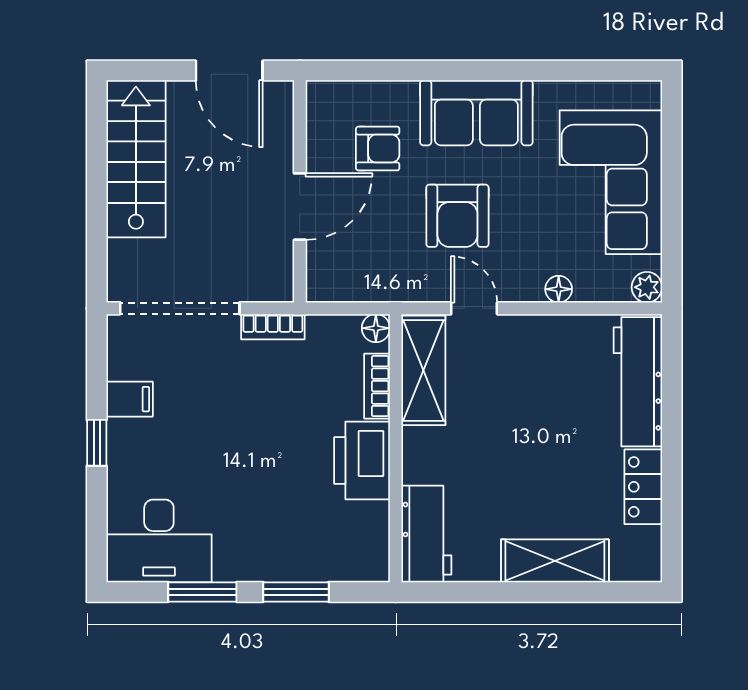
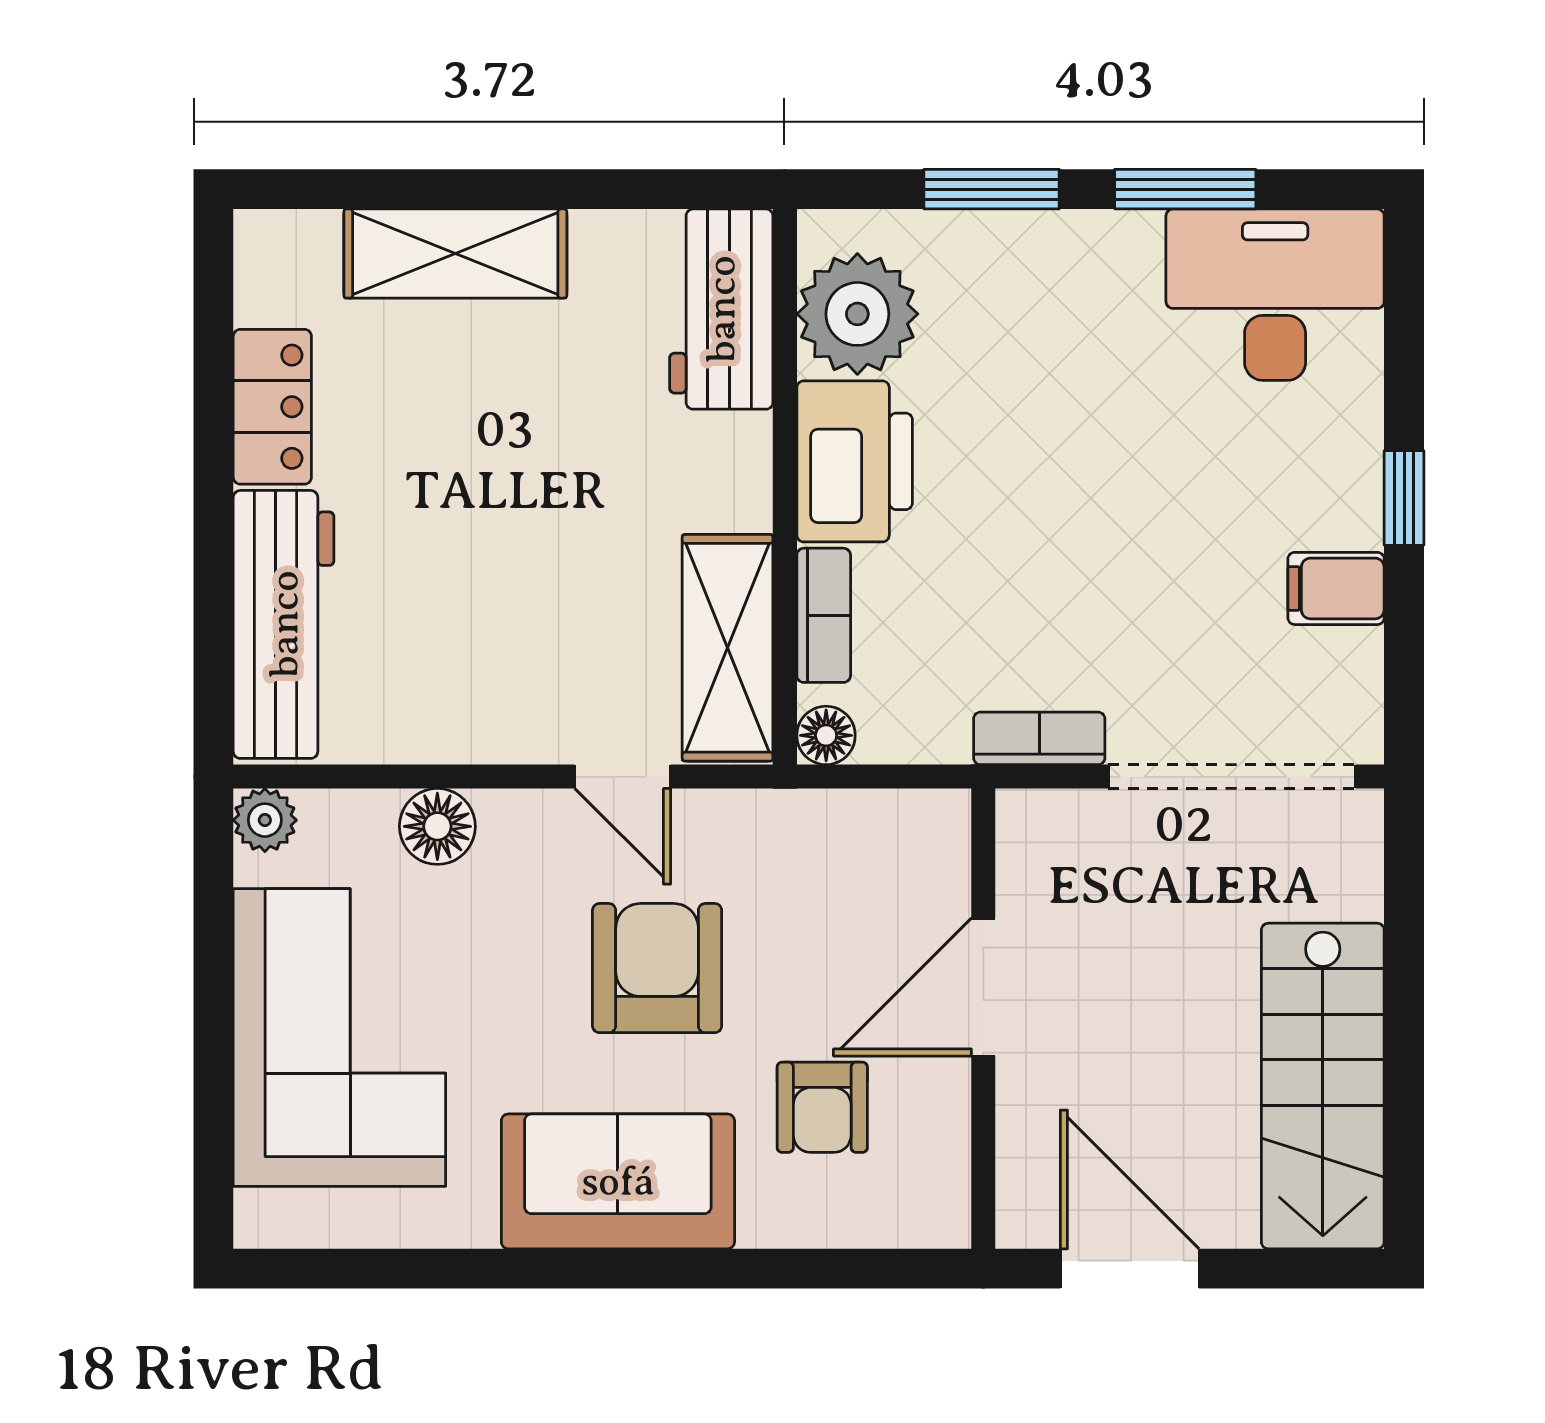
armchair: (378, 149) -> (822, 1107), turned -90
floor lamp: (559, 289) -> (437, 826), width x1.37, depth x1.37
plant: (361, 532) -> (857, 314), added

